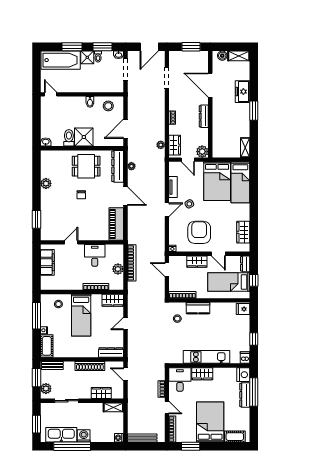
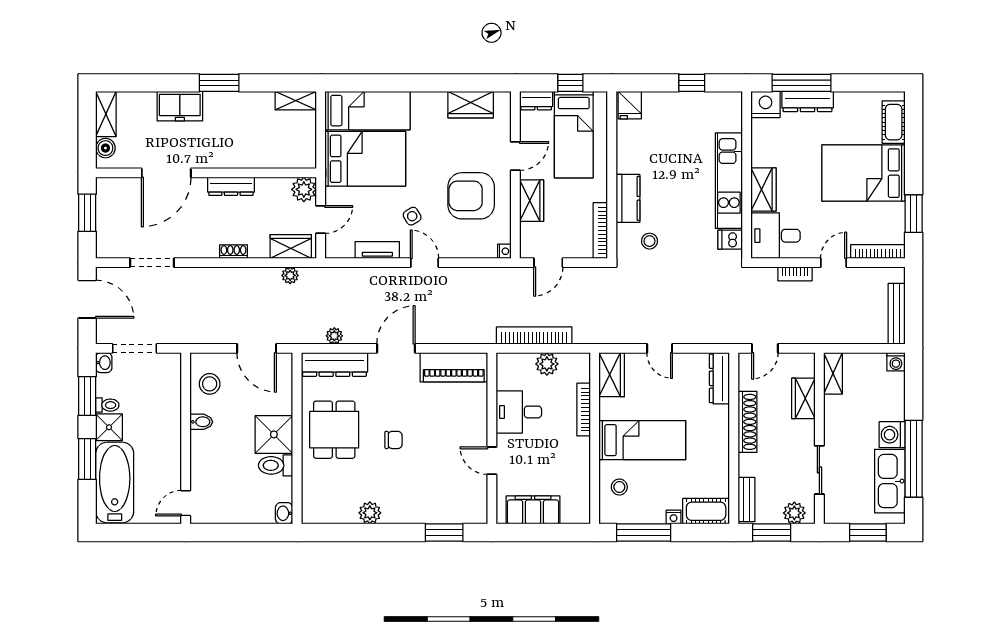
dishwasher: (245, 358) -> (730, 240), moved

